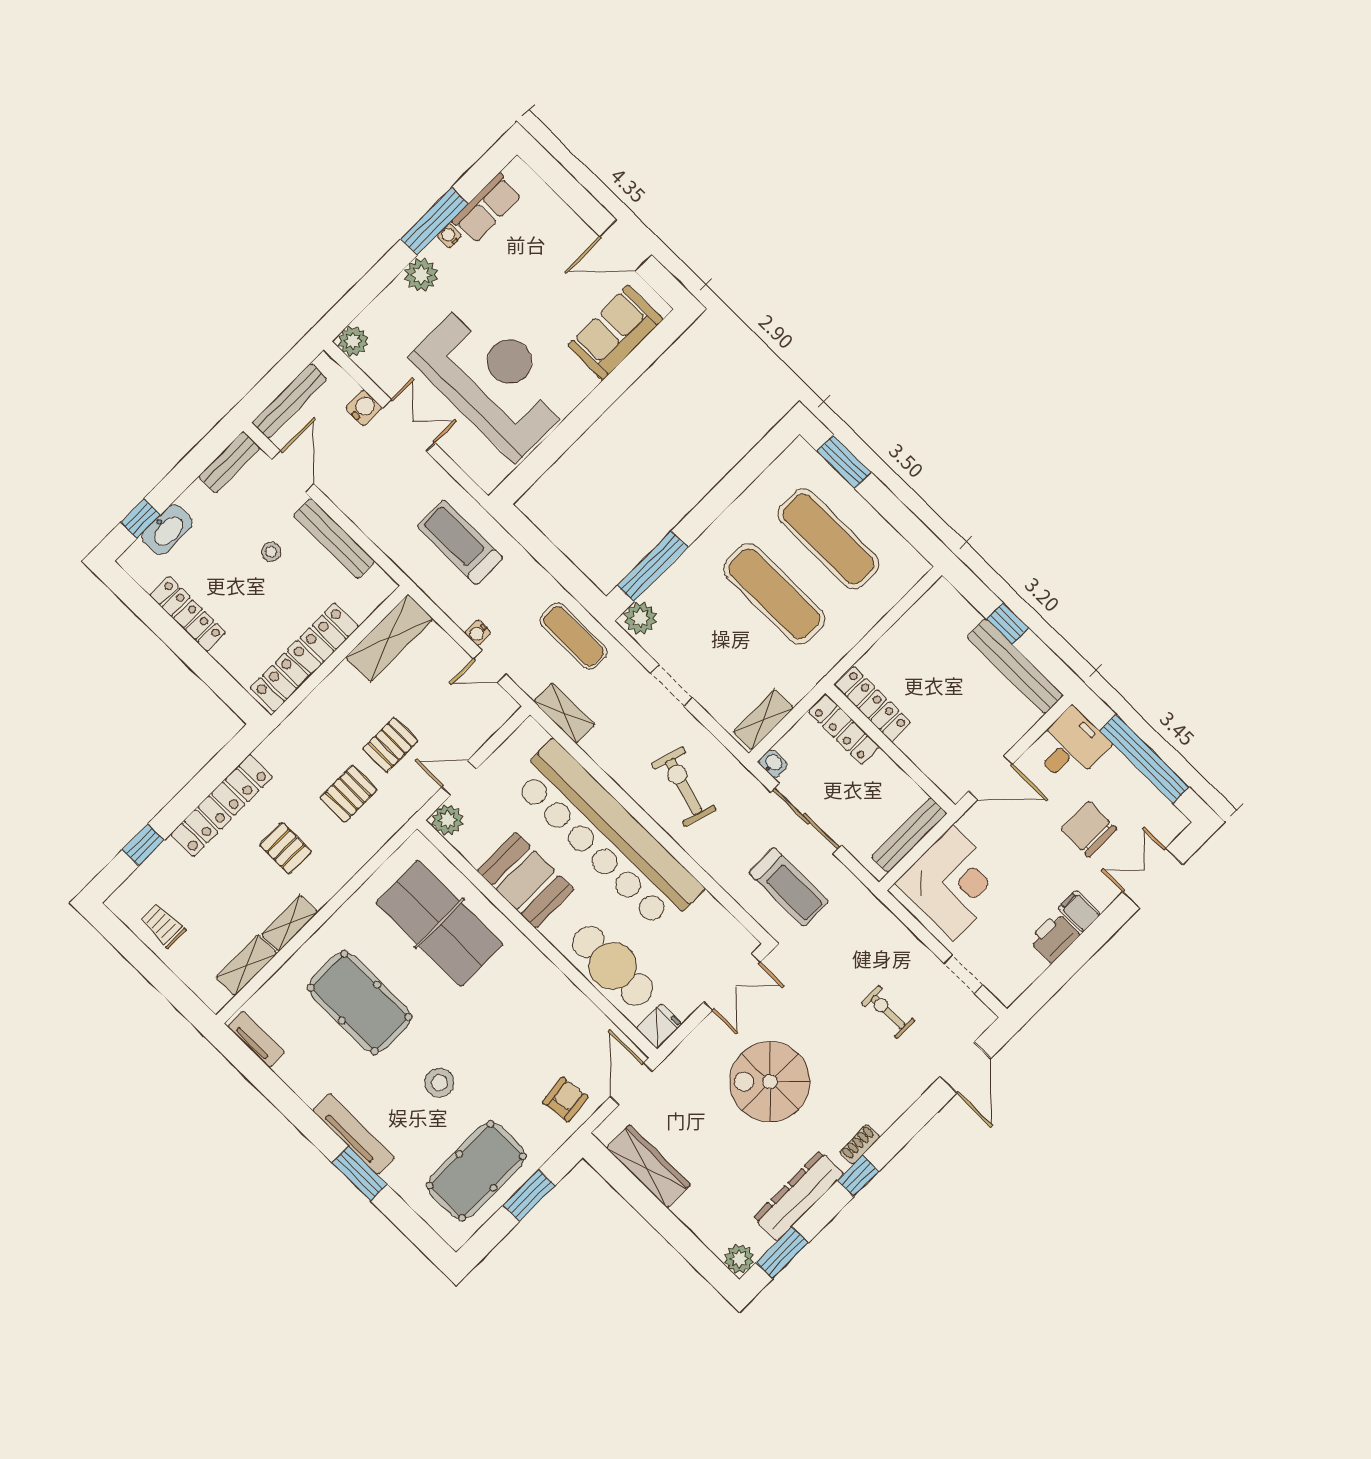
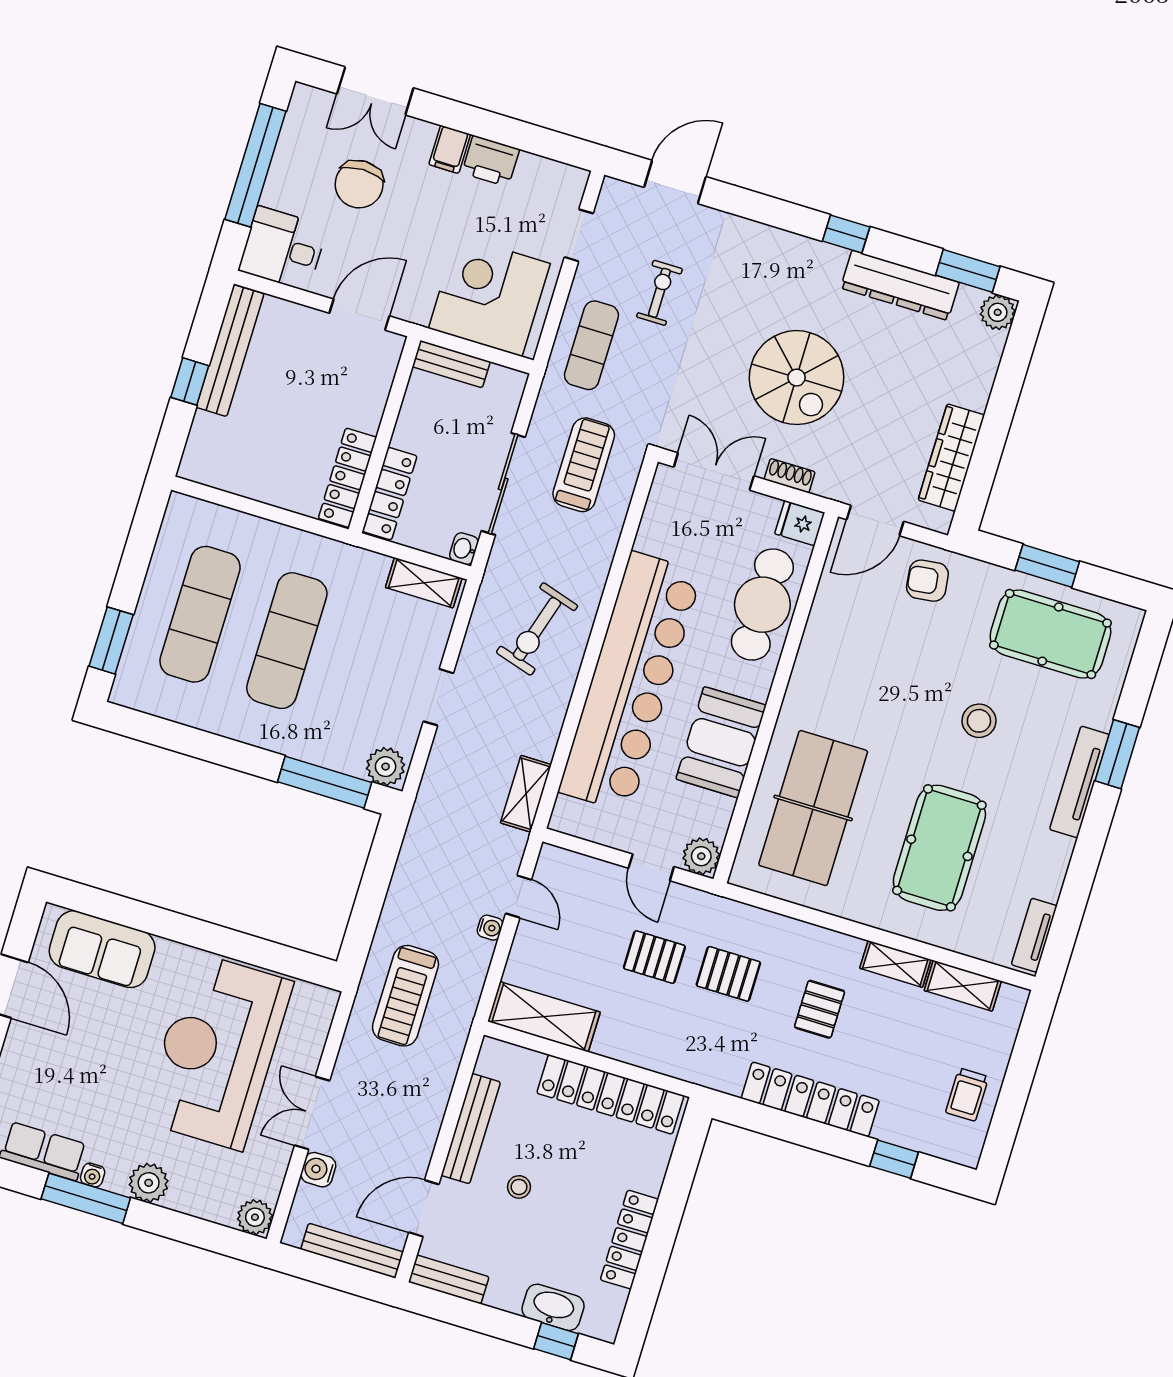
exercise mat: (574, 636) -> (591, 345), moved
door: (991, 778) -> (359, 315), hinge flipped
bench: (909, 835) -> (451, 364), width x0.73
exercise bike: (888, 1012) -> (659, 293), turned 180
shoe rack: (860, 1144) -> (790, 476), moved, turned 180

